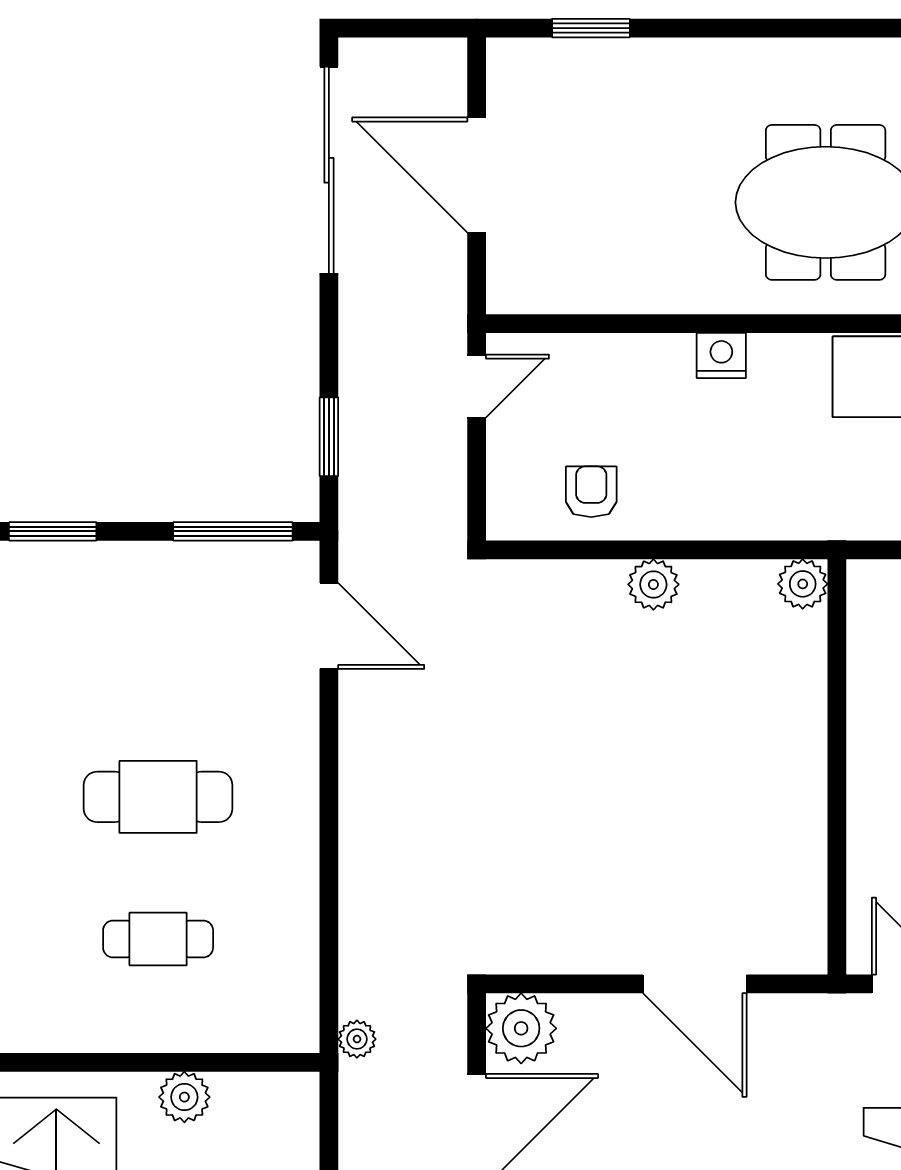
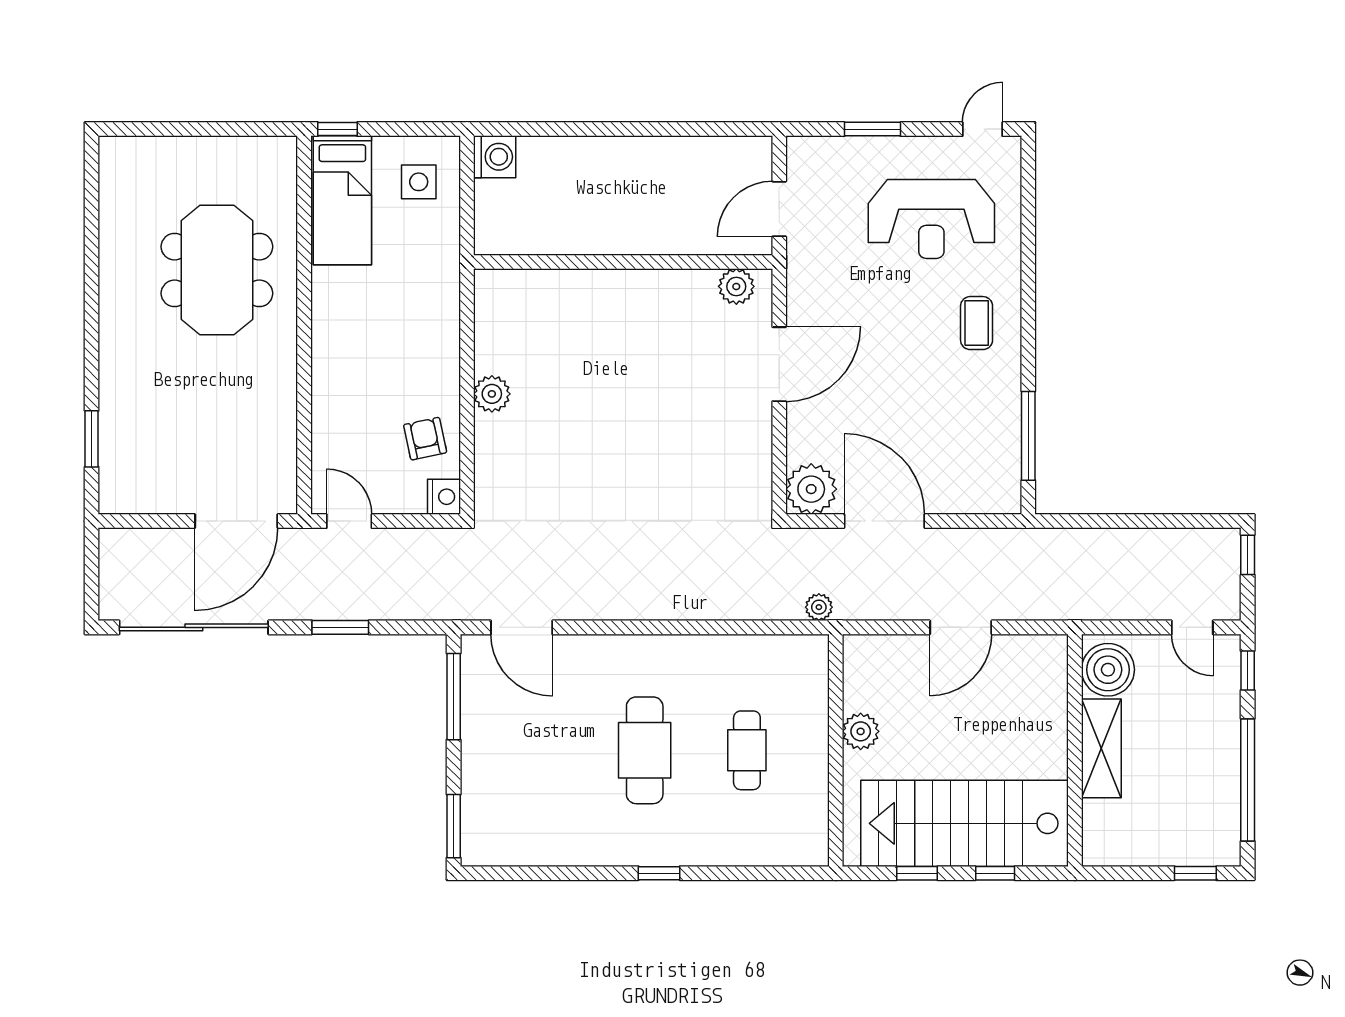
door: (477, 175) -> (236, 521), moved
nightstand: (721, 355) -> (444, 497), moved, turned 180
window: (329, 437) -> (340, 627), moved
armchair: (591, 492) -> (425, 439), turned 78
plant: (803, 584) -> (736, 286), moved
door: (329, 626) -> (522, 627), swing flipped

